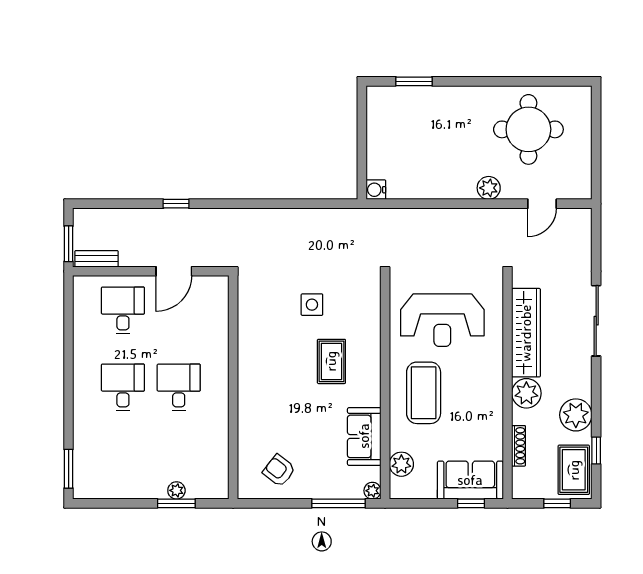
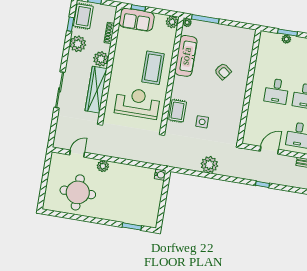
plant: (285, 225) -> (209, 165), added
rug: (331, 361) -> (178, 111), moved
sofa: (364, 436) -> (186, 56), width x1.36
plant: (401, 464) -> (172, 22), moved
armchair: (279, 470) -> (223, 71), moved

